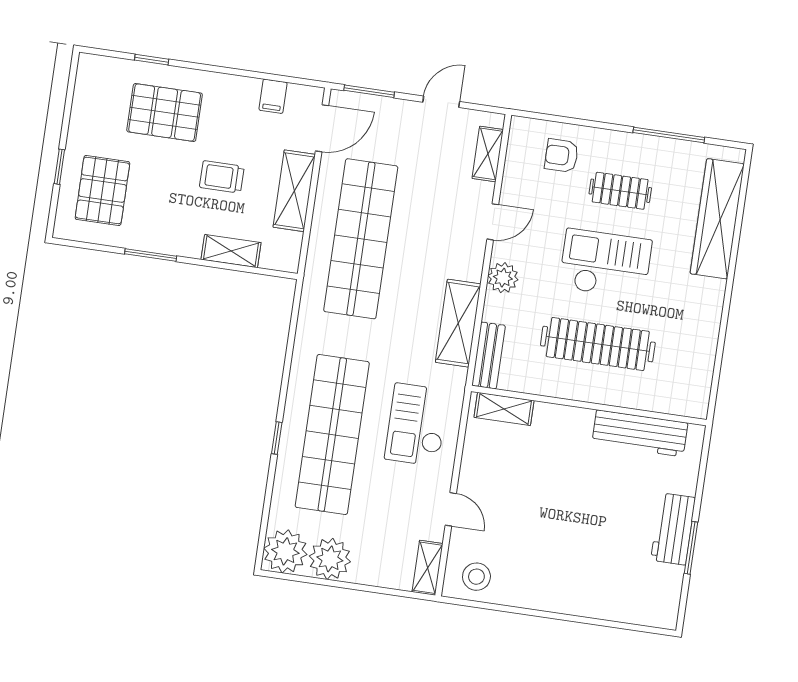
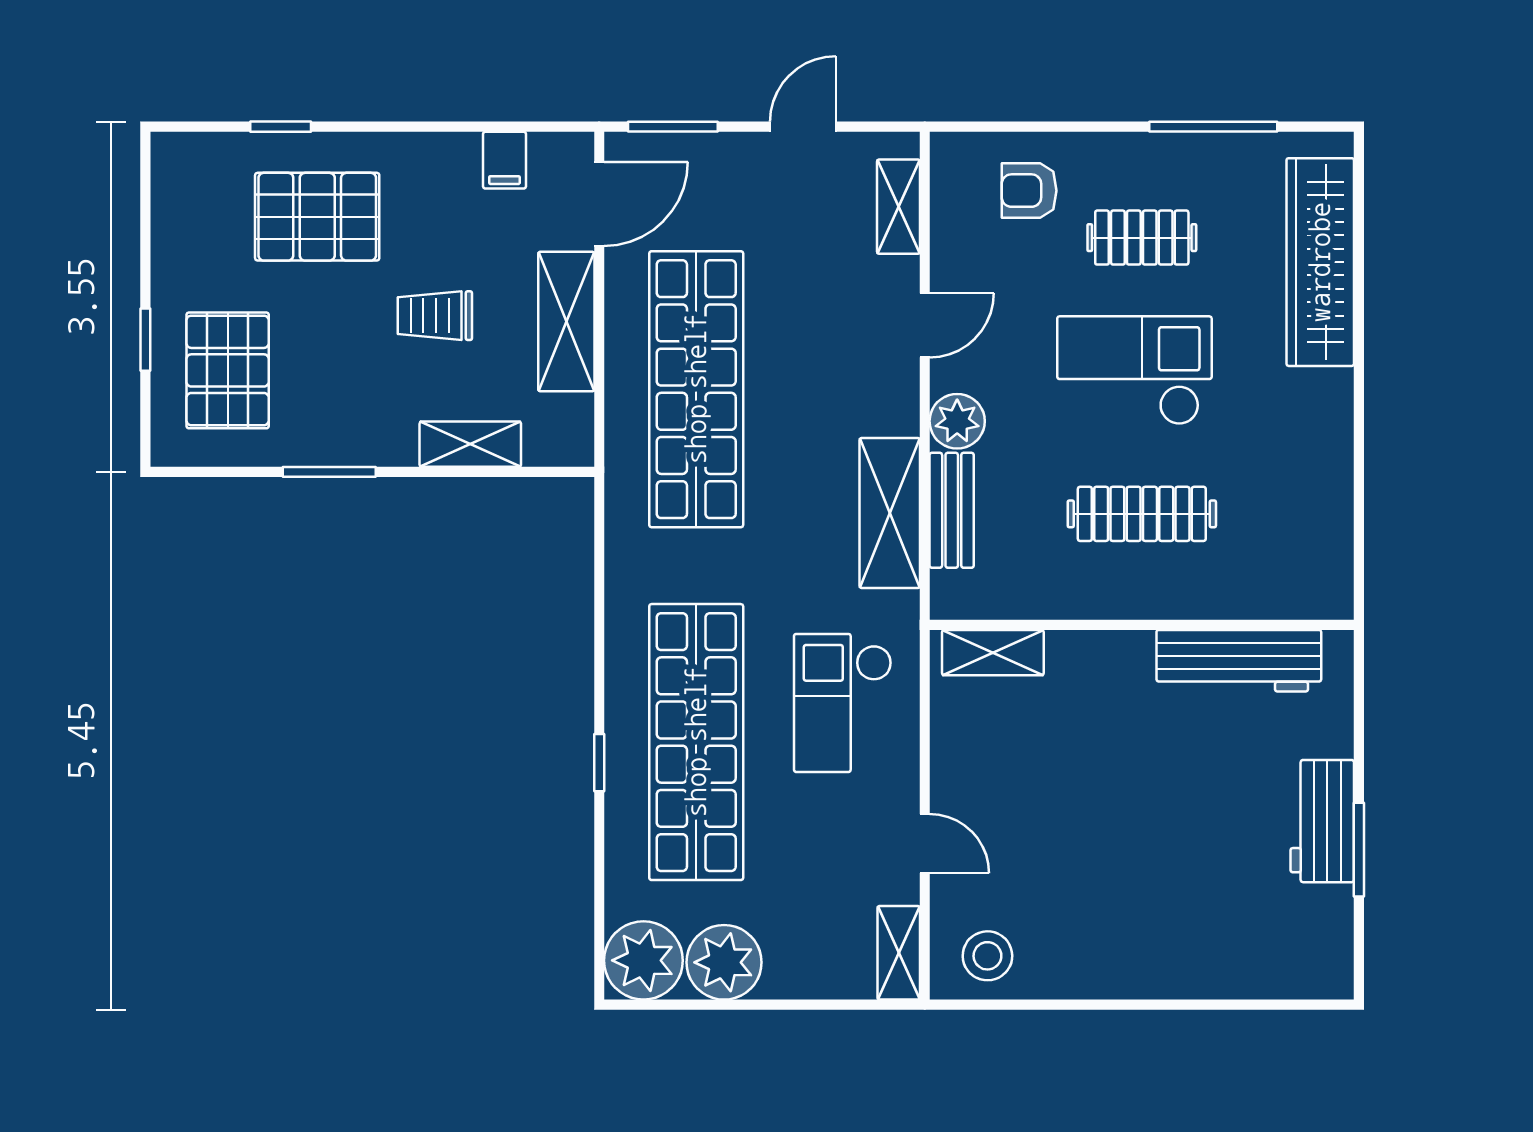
clothes rail: (598, 344) -> (1142, 514), width x0.73, depth x0.76
bench: (488, 355) -> (952, 510), moved

